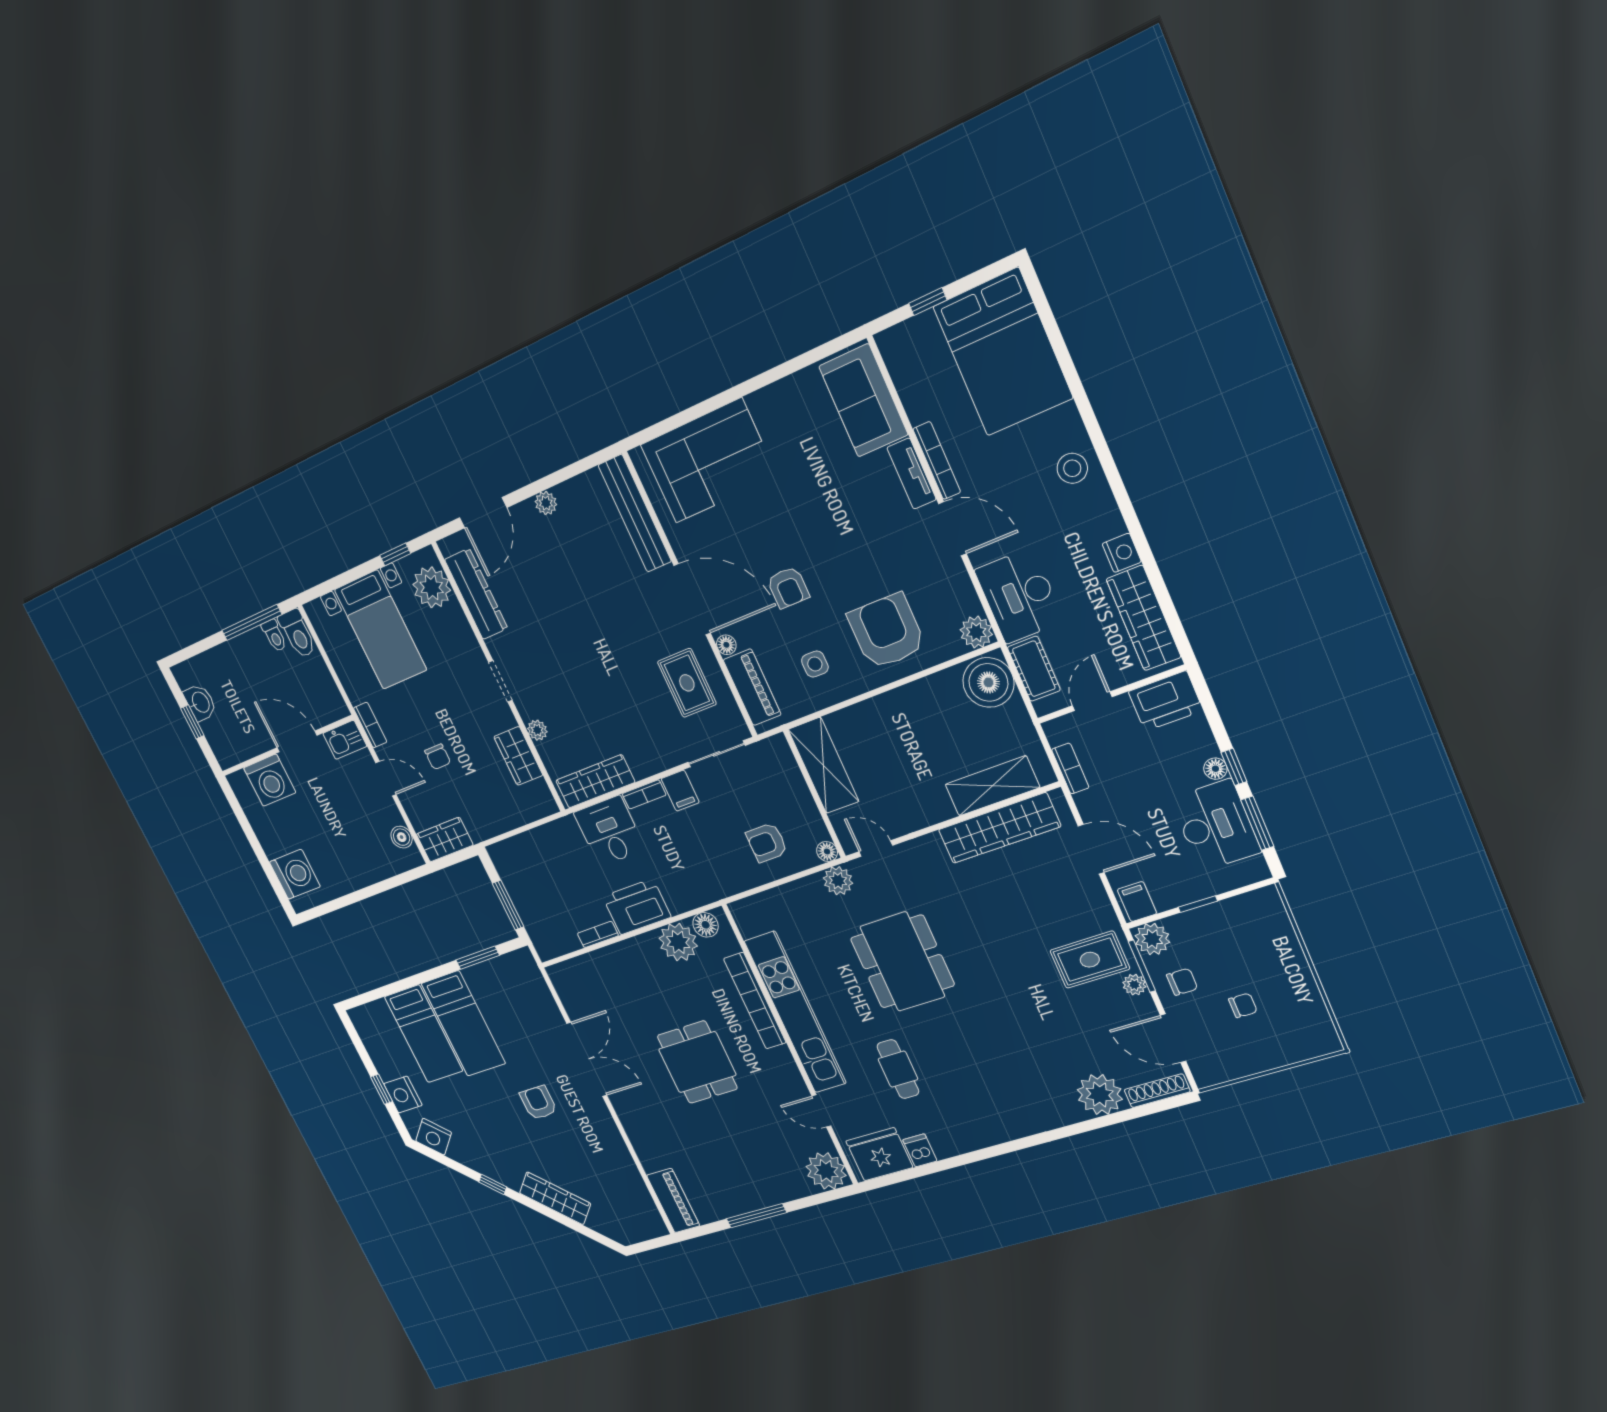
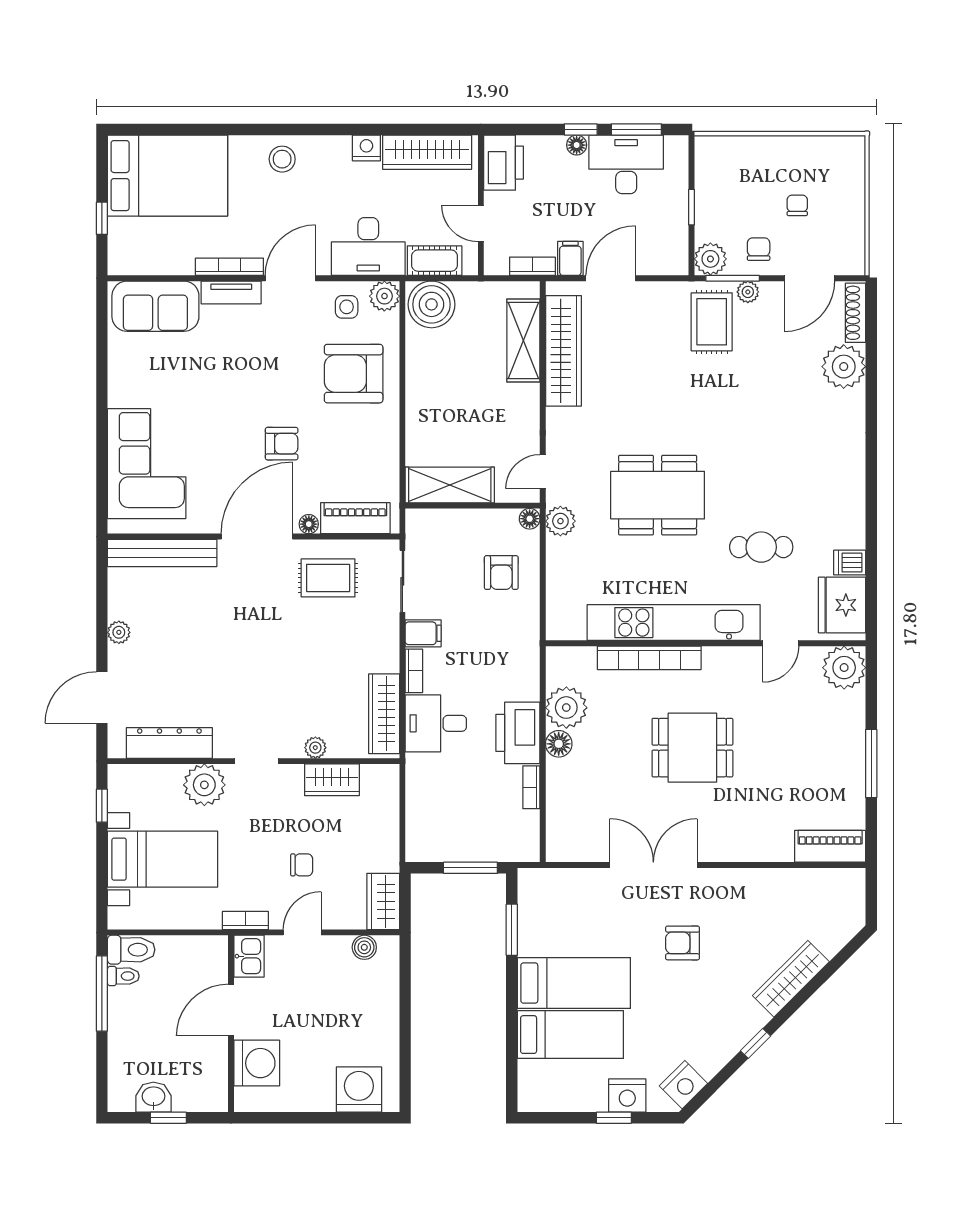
door: (483, 513) -> (102, 697), swing flipped
plant: (432, 587) -> (204, 785), moved
side table: (815, 664) -> (347, 307), moved
filing cabinet: (1137, 902) -> (570, 258), moved, turned 90
floor lamp: (706, 925) -> (559, 744), moved

